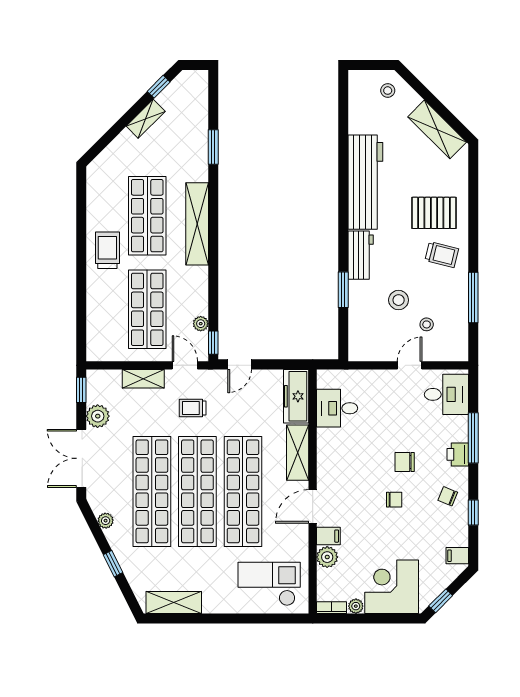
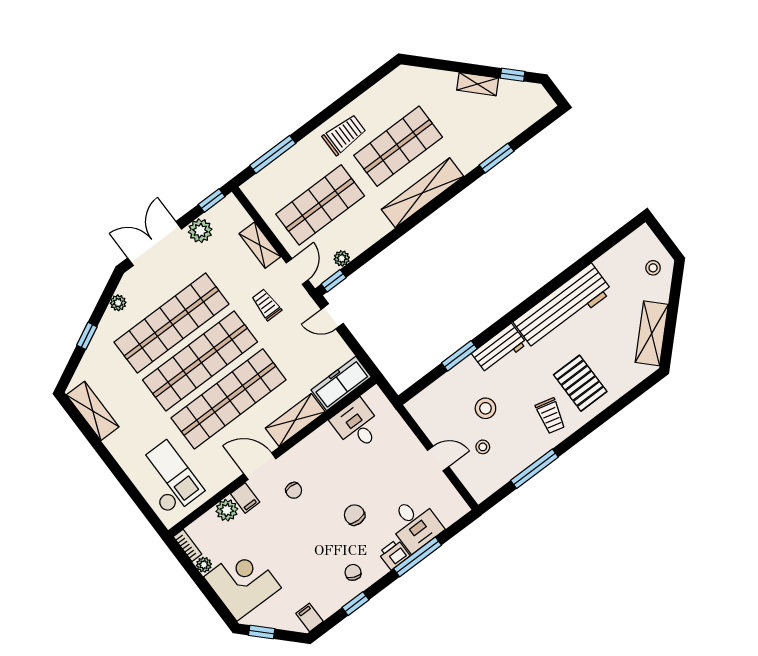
window: (81, 316) -> (273, 154), added
desk: (446, 394) -> (415, 524), moved
chair: (394, 500) -> (294, 490), moved

